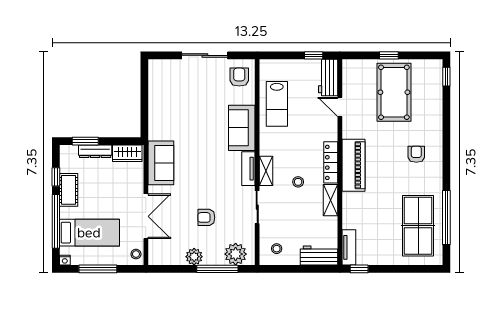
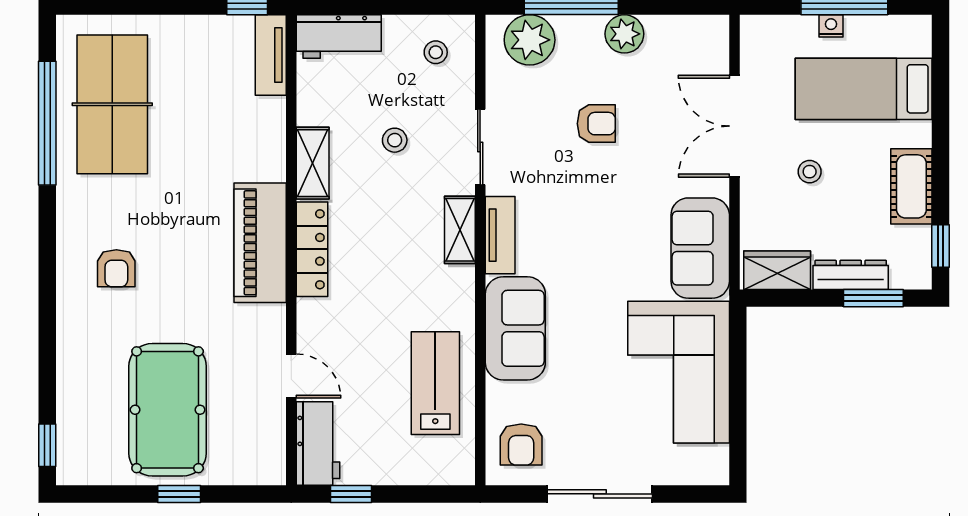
corner sofa: (170, 109) -> (679, 372), added
window: (56, 177) -> (941, 246), moved
stool: (298, 182) -> (395, 140), moved
window: (56, 221) -> (941, 114), removed
stool: (136, 254) -> (810, 172), moved
nightstand: (65, 260) -> (831, 26), moved

